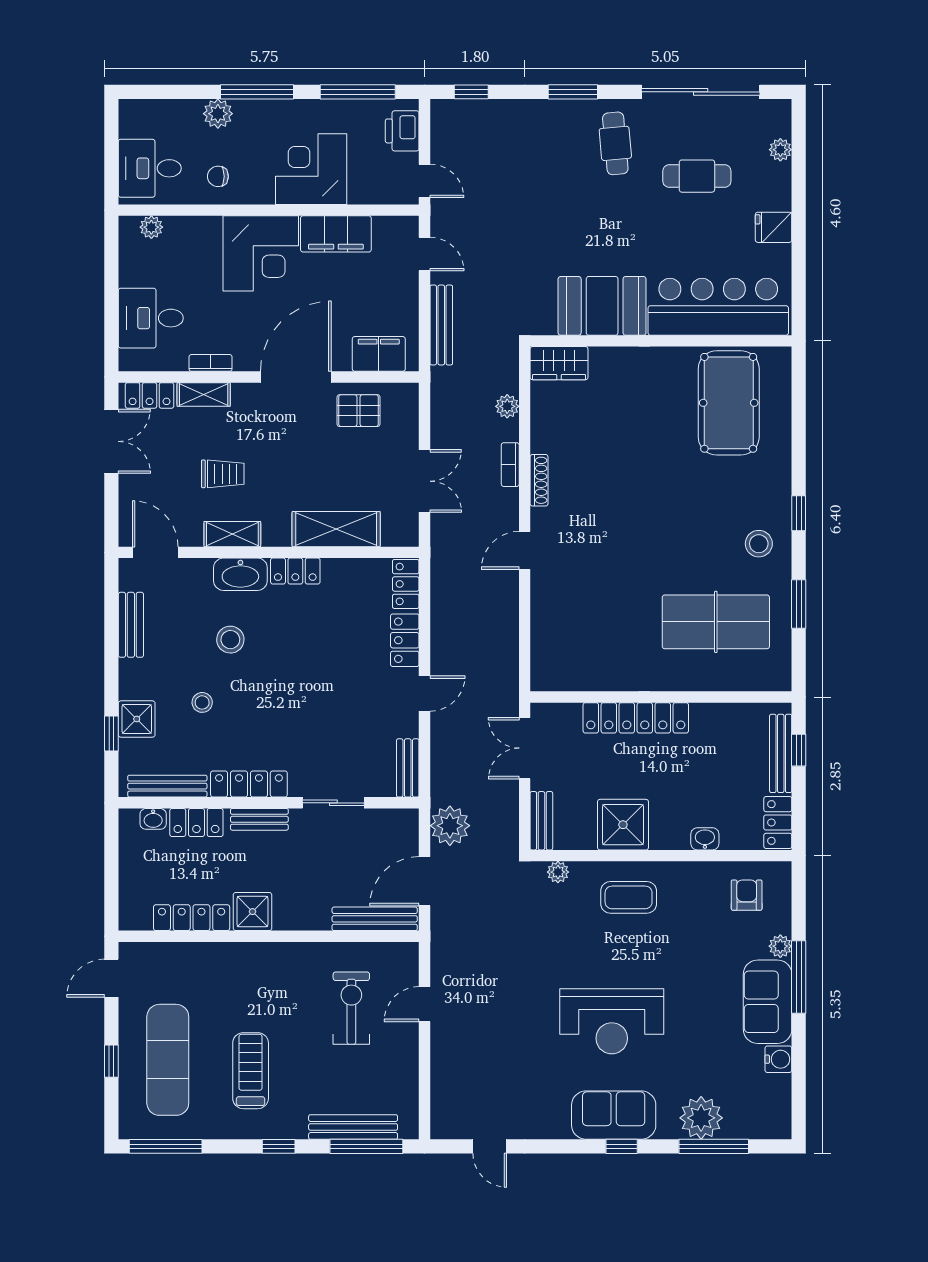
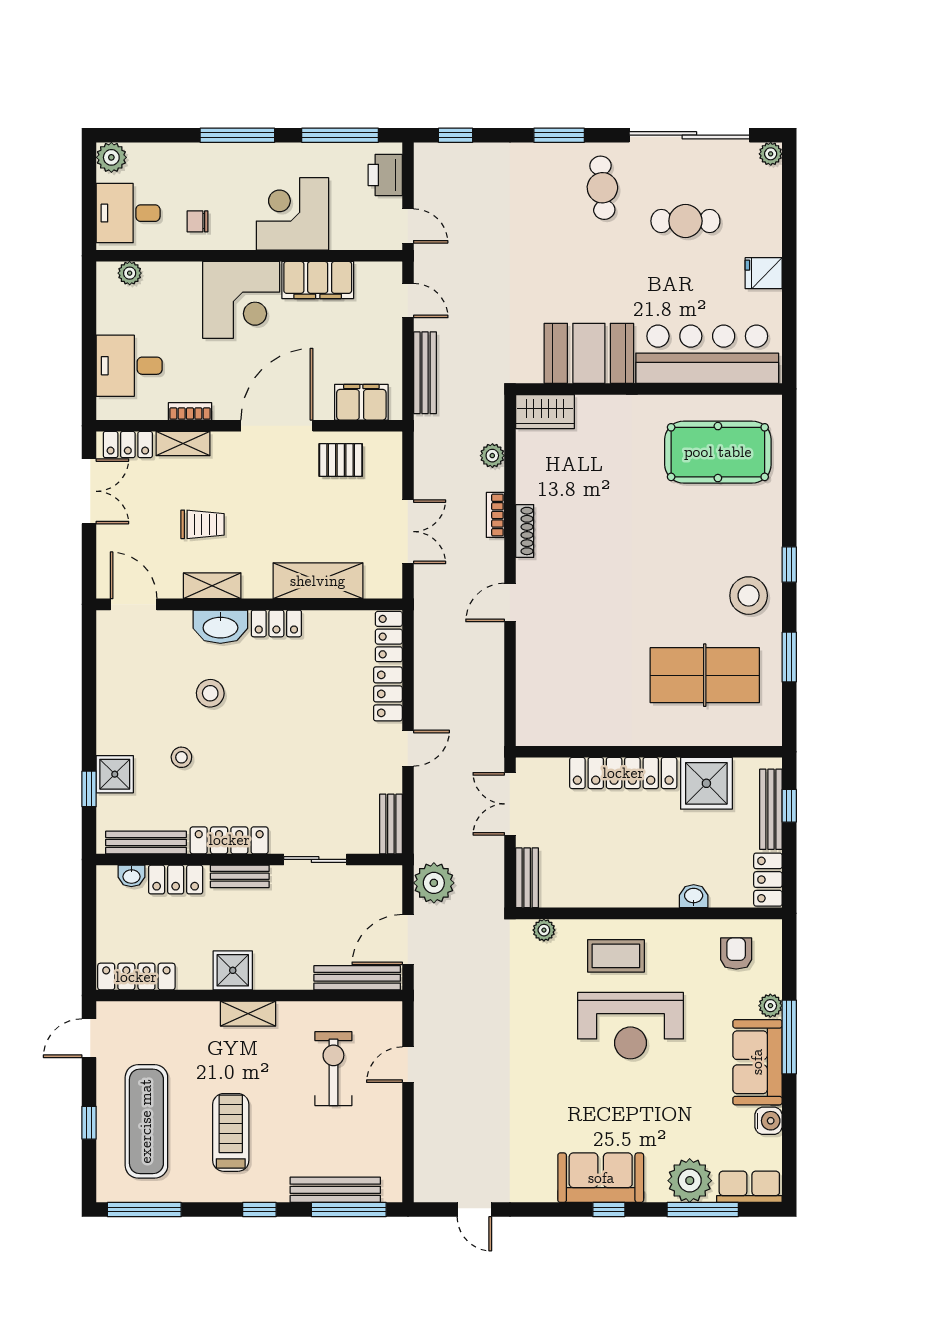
plant: (218, 114) -> (111, 157), moved
plant: (780, 150) -> (771, 154), moved
pool table: (729, 403) -> (718, 452), turned 90
stool: (759, 544) -> (749, 596), width x1.38, depth x1.38
bench: (131, 625) -> (109, 678), removed
shower: (623, 825) -> (706, 783), moved
locker: (192, 918) -> (136, 977), moved
shelving: (268, 954) -> (248, 1014), added
reception desk: (612, 1021) -> (630, 1026), moved
row of seats: (760, 1124) -> (749, 1187), added

